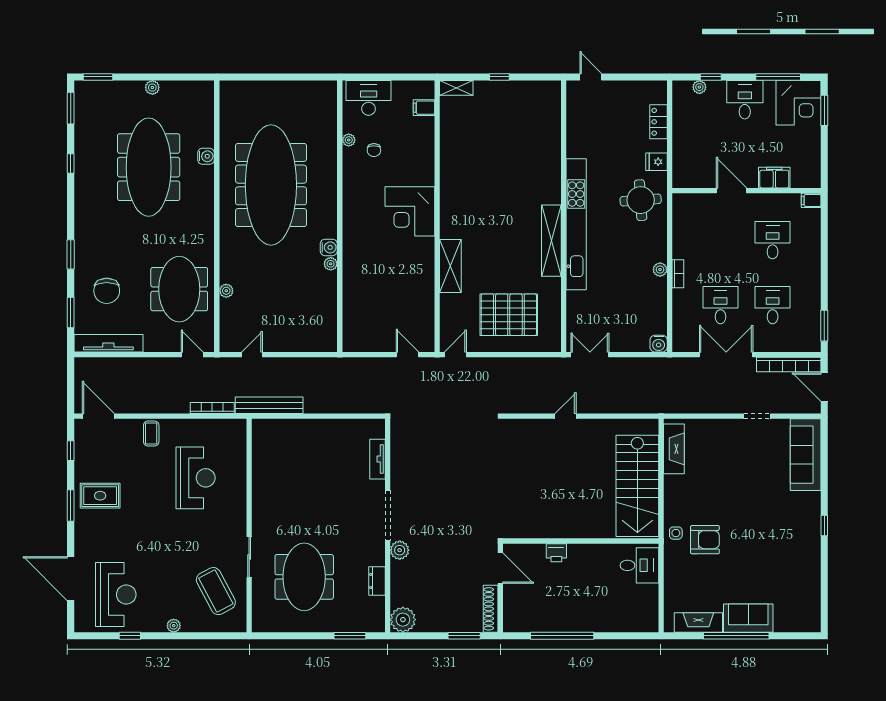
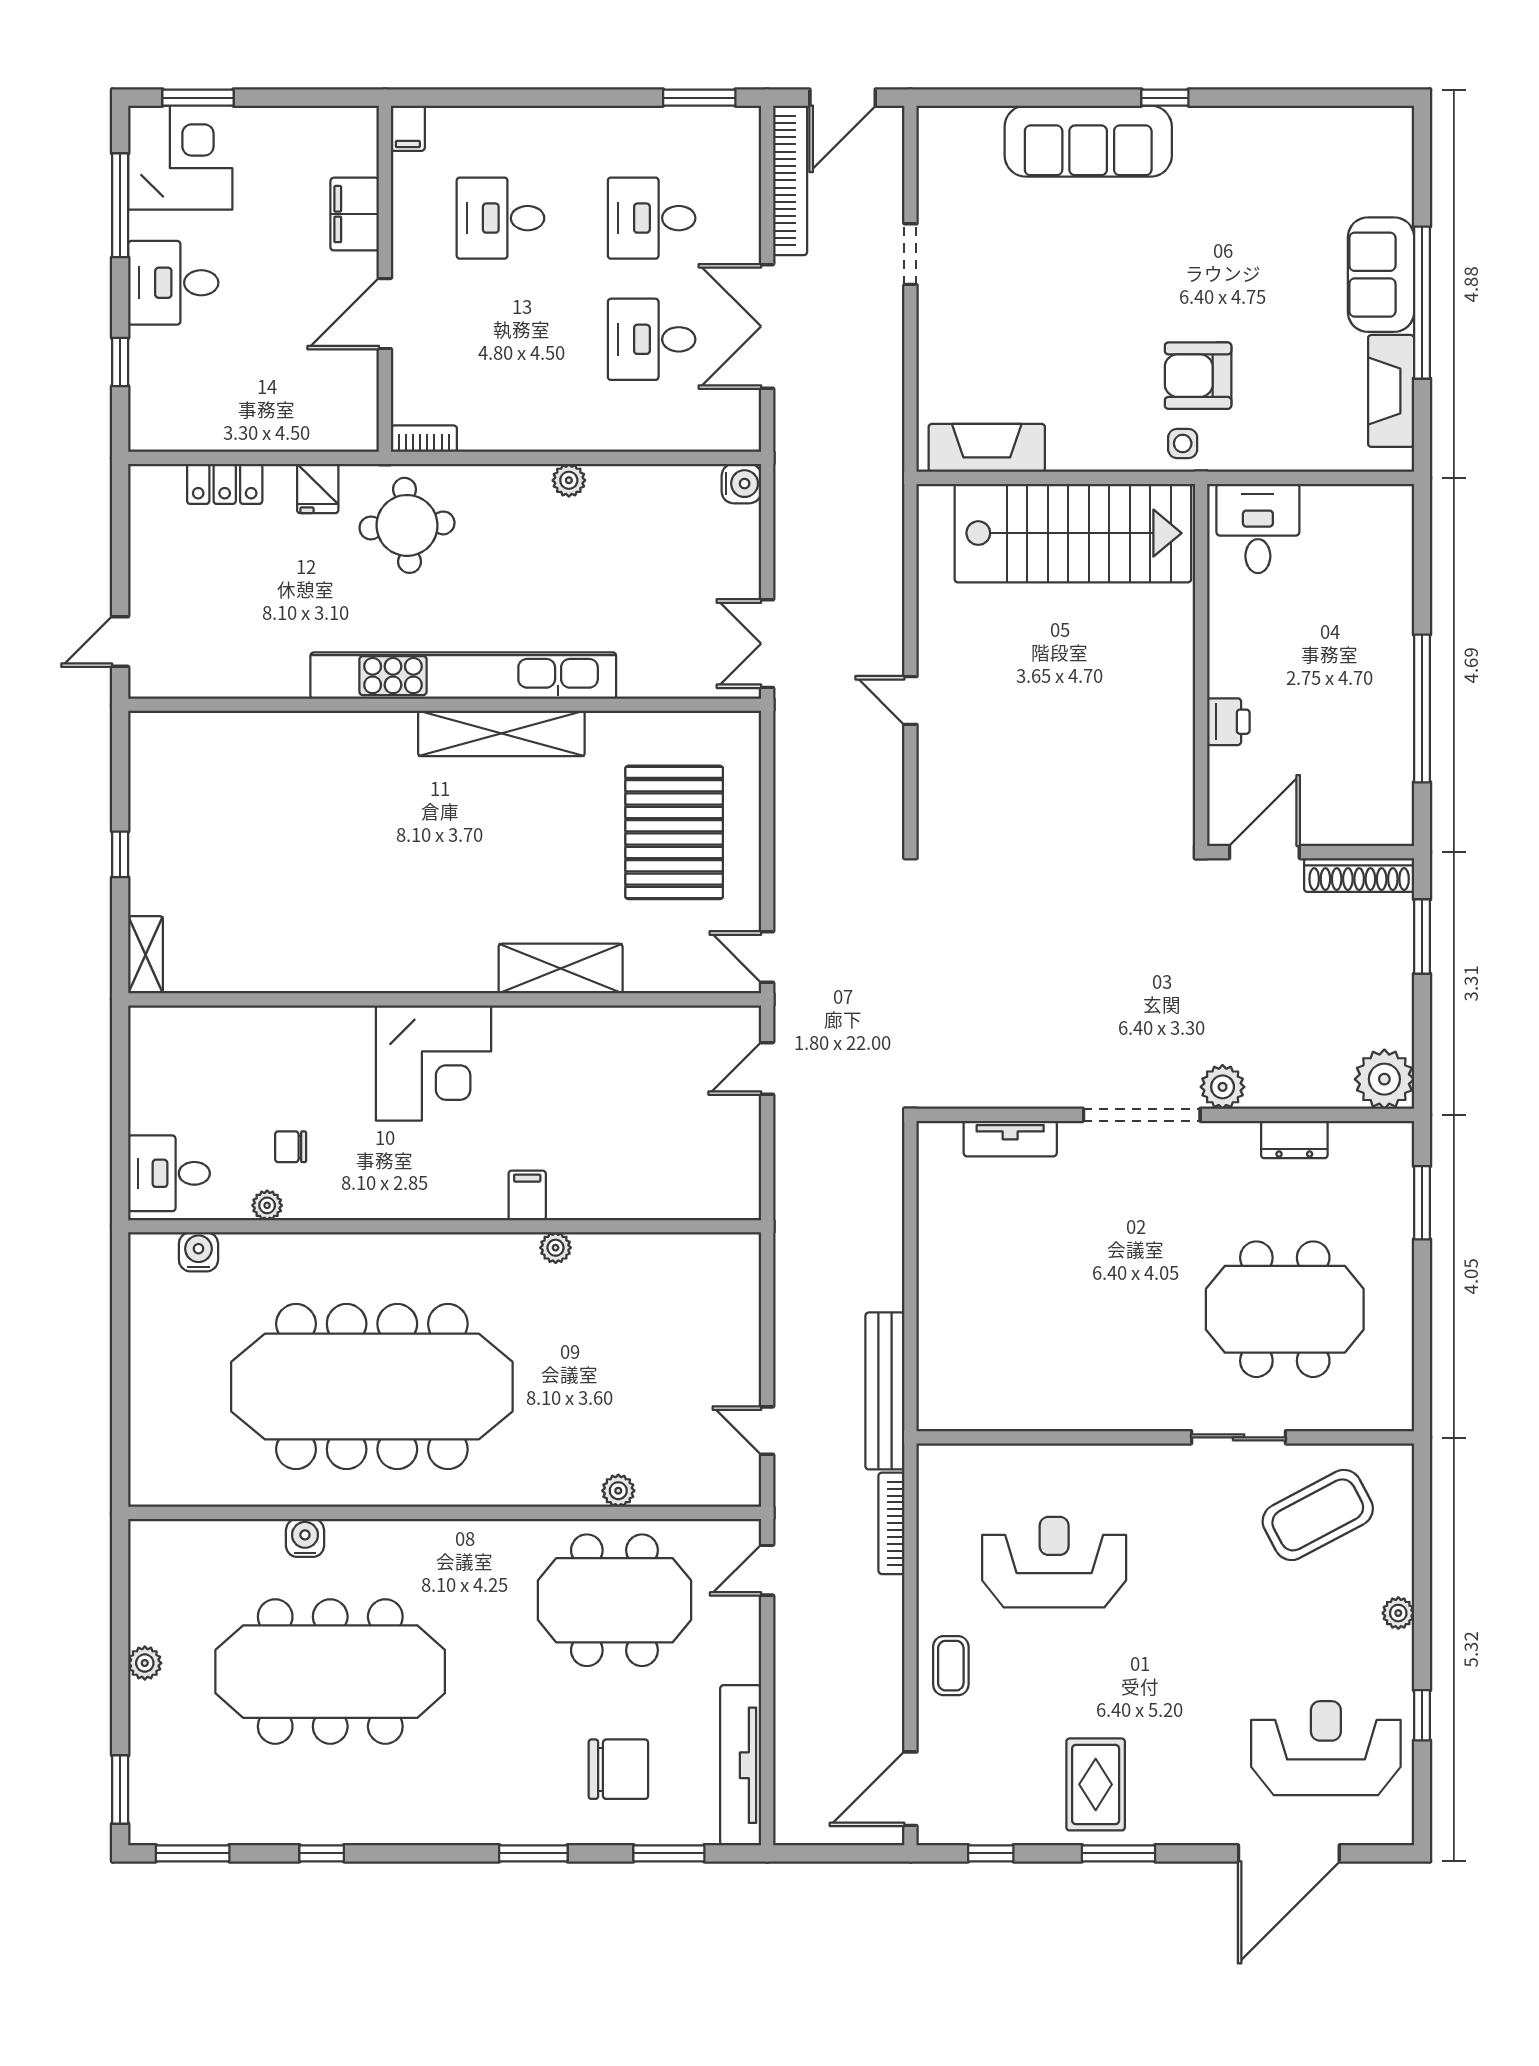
plant: (699, 87) -> (144, 389), removed
desk: (369, 98) -> (169, 1173), width x0.73
filing cabinet: (424, 108) -> (527, 1195), moved, turned 180
chair: (374, 150) -> (291, 1147), turned 180
water cooler: (329, 247) -> (198, 1252), moved
bookcase: (678, 274) -> (424, 439), moved
coffee table: (151, 434) -> (951, 1666), turned 90
sofa: (806, 455) -> (1088, 141), moved
armchair: (705, 540) -> (1198, 376), turned -90

